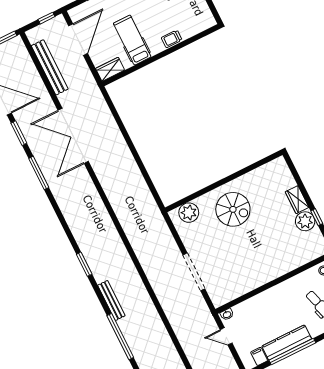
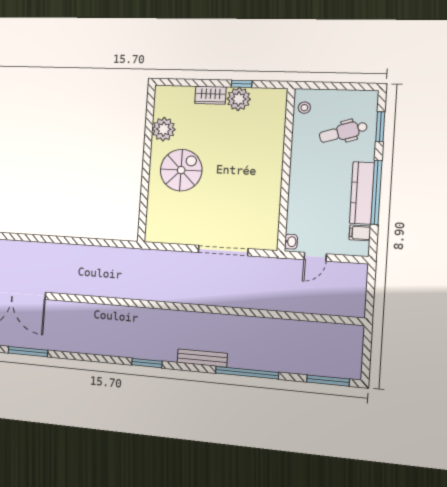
plant: (189, 213) -> (164, 129), moved

